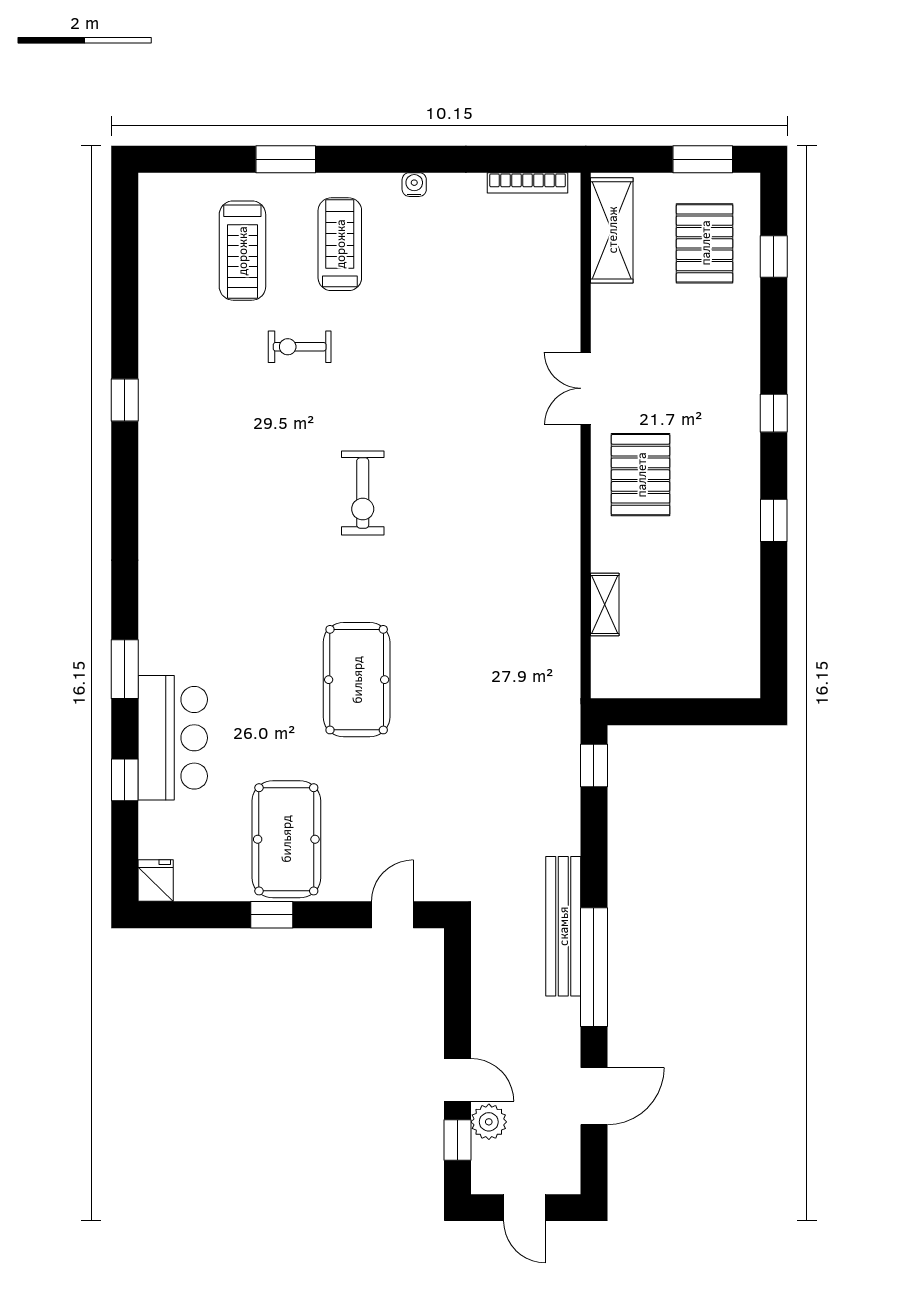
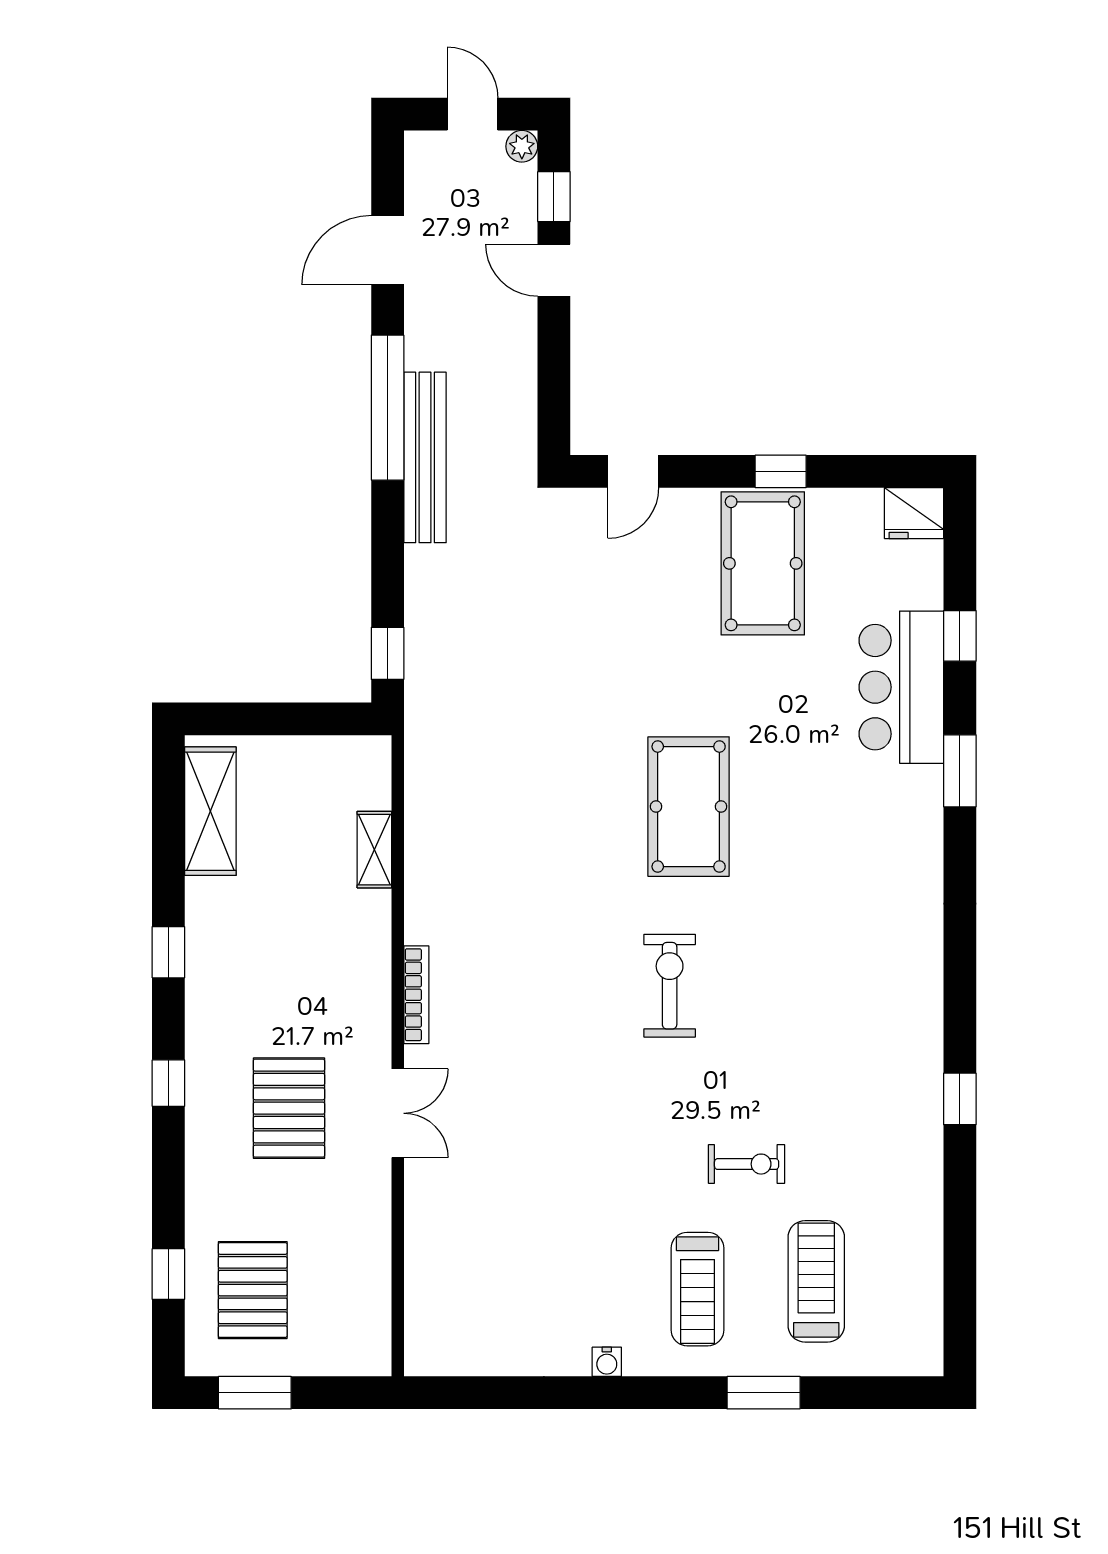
bookcase: (528, 183) -> (416, 995), moved, turned 90
shelving: (612, 230) -> (210, 811), moved
pallet: (641, 475) -> (289, 1108), moved
pool table: (357, 680) -> (689, 807), moved
fridge: (156, 881) -> (914, 513), width x1.38
plant: (489, 1122) -> (522, 146), moved, width x0.73, depth x0.73

